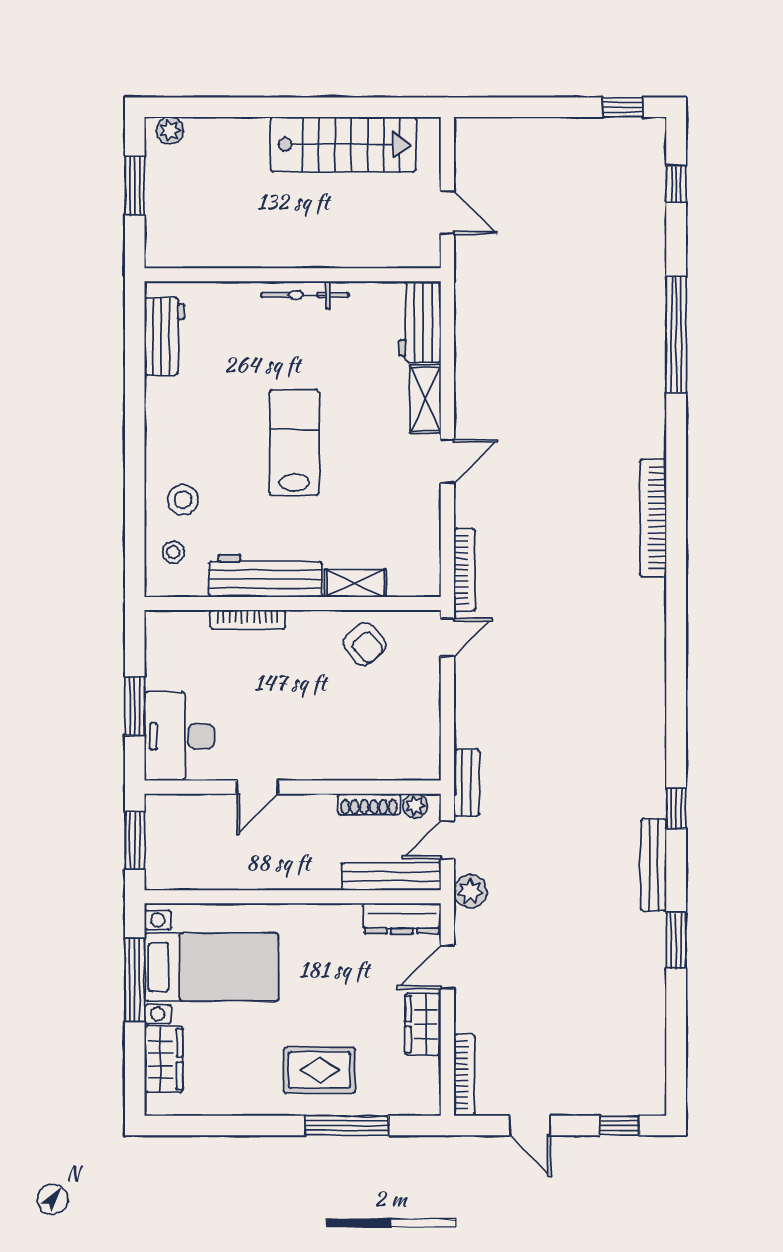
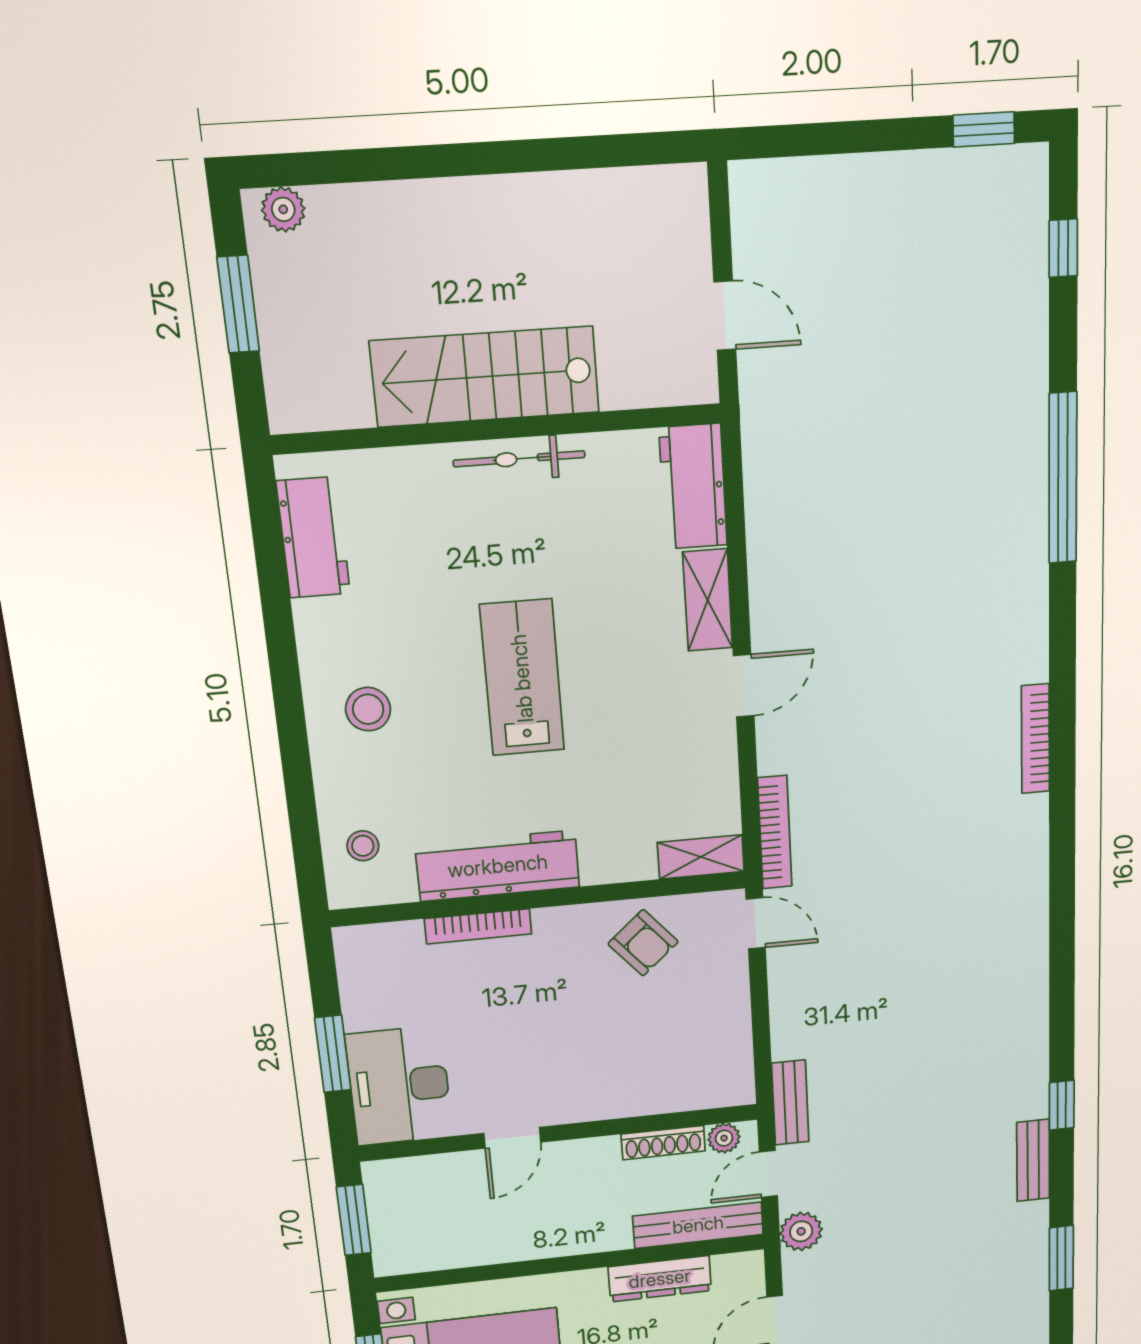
stairs: (343, 144) -> (485, 377), moved, turned 180
stool: (183, 500) -> (368, 709), moved
bookcase: (653, 518) -> (1035, 739), width x0.68, depth x0.76
shelving: (355, 583) -> (701, 857), moved
door: (447, 637) -> (756, 923), hinge flipped
bench: (654, 865) -> (1033, 1160), width x0.73
dresser: (402, 918) -> (660, 1279), moved

